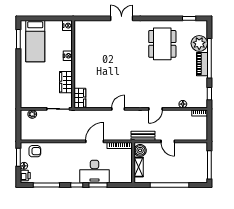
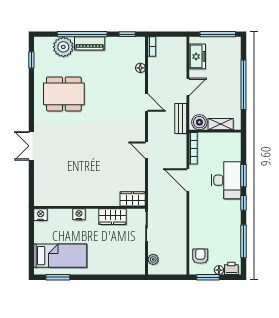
freezer: (192, 149) -> (197, 56), added

